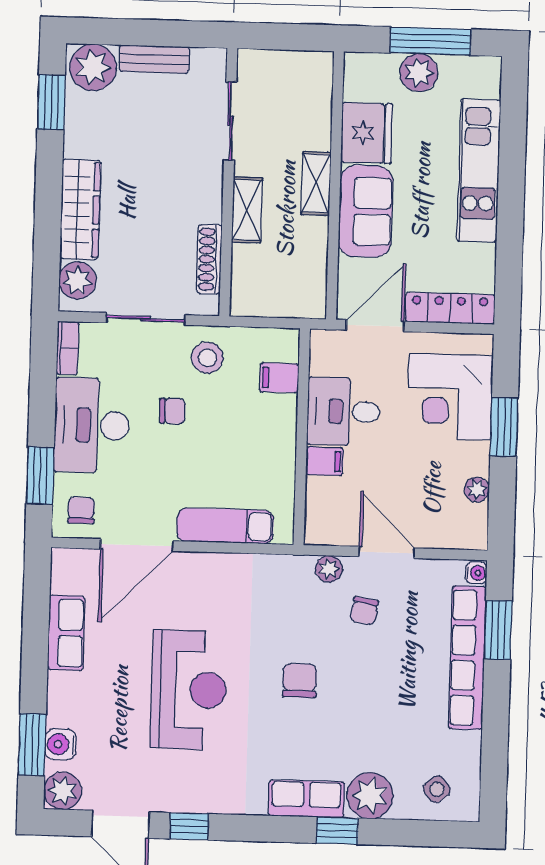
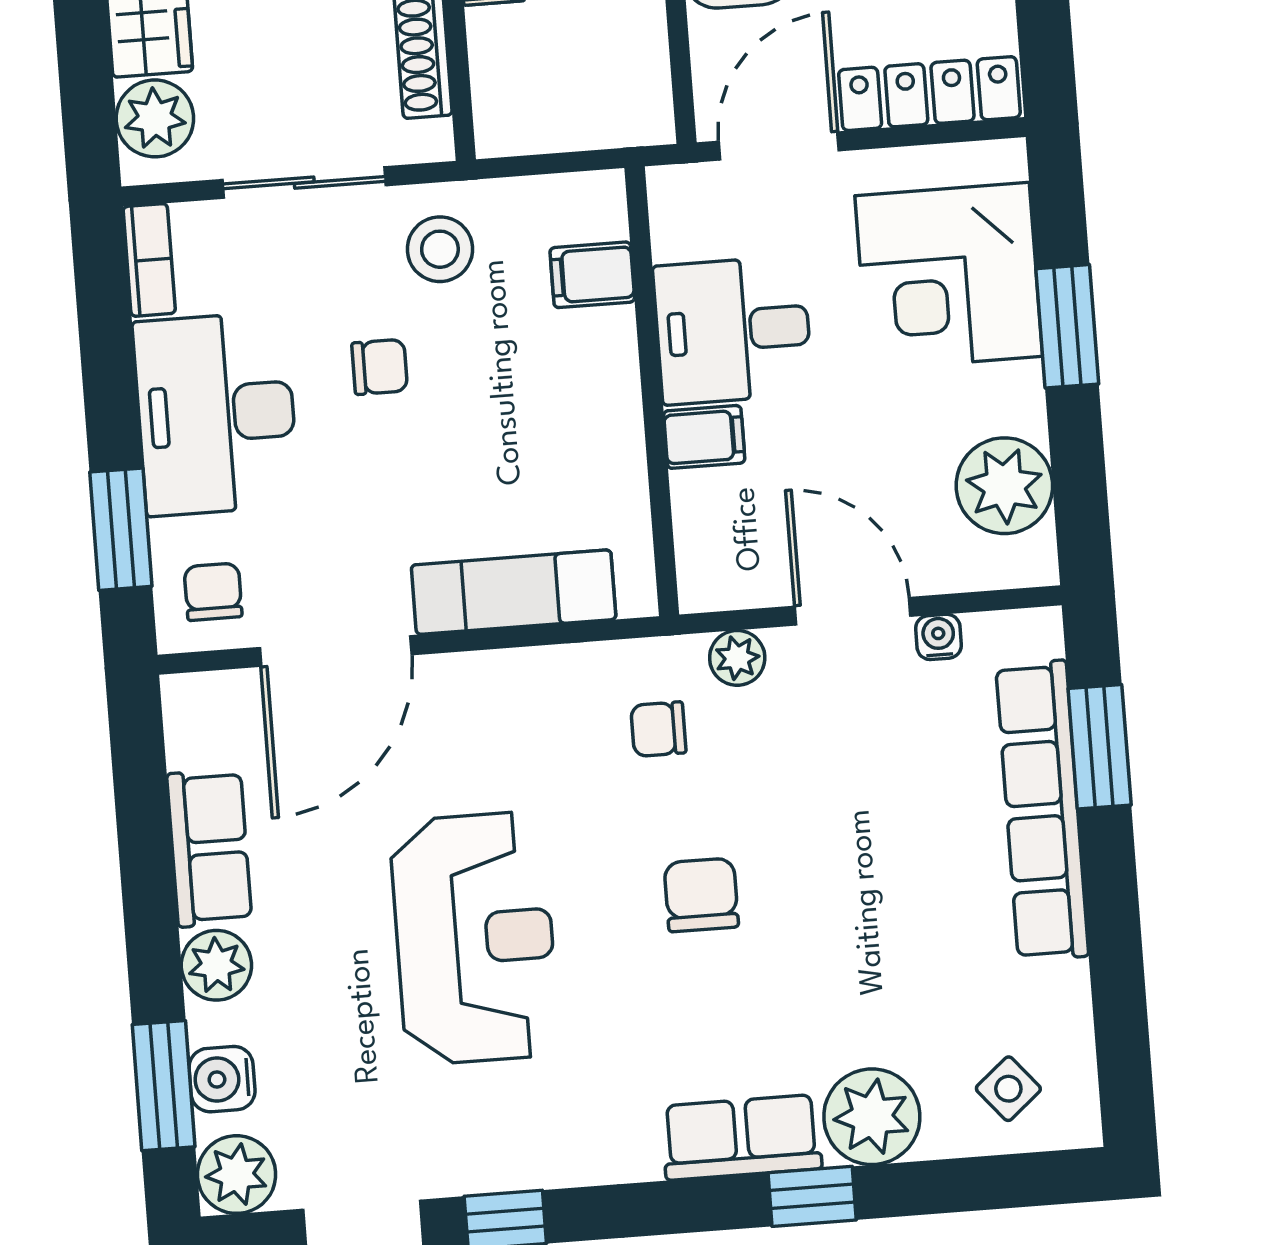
plant: (477, 490) -> (1004, 486), width x1.87, depth x1.87
water cooler: (476, 573) -> (938, 637), moved, turned -90
chair: (364, 611) -> (658, 729), moved, turned 81
plant: (64, 689) -> (216, 965), added

